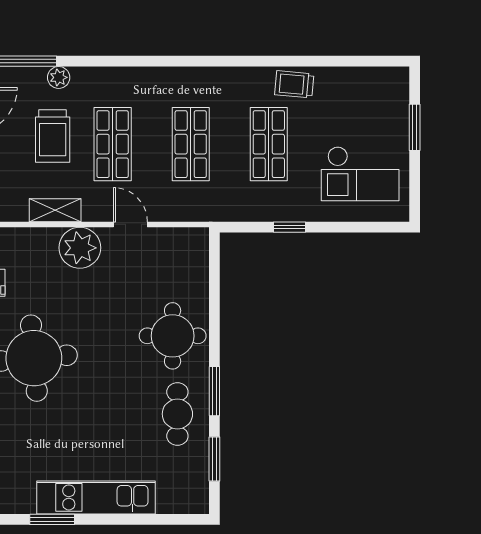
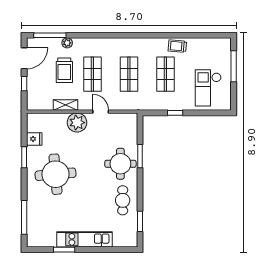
window: (415, 127) -> (234, 66), width x1.44
checkout: (360, 174) -> (208, 88), turned 90
window: (214, 391) -> (140, 156), moved

